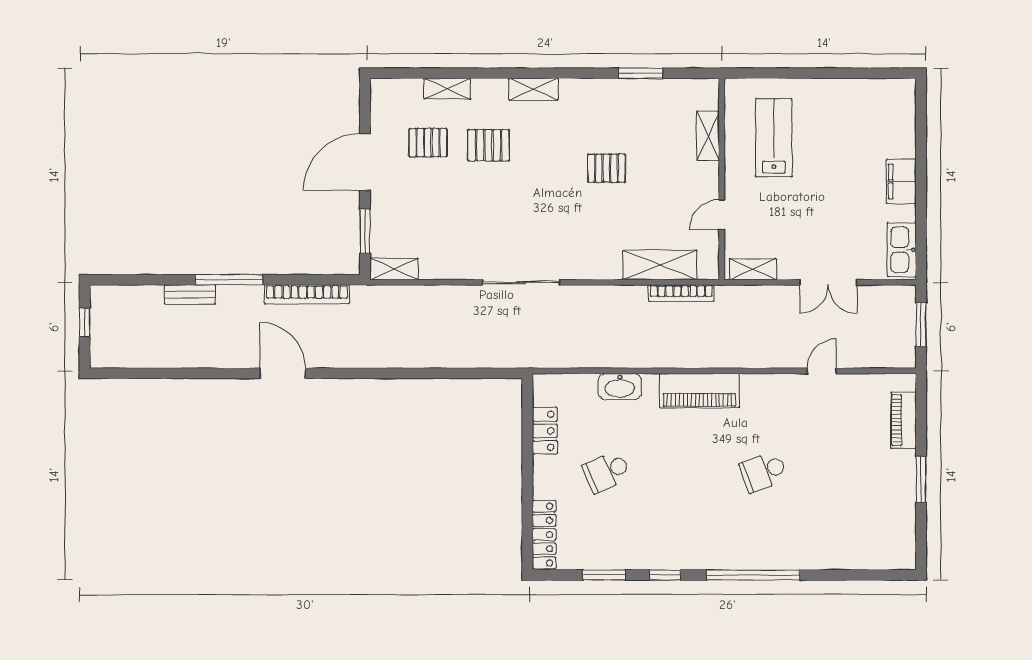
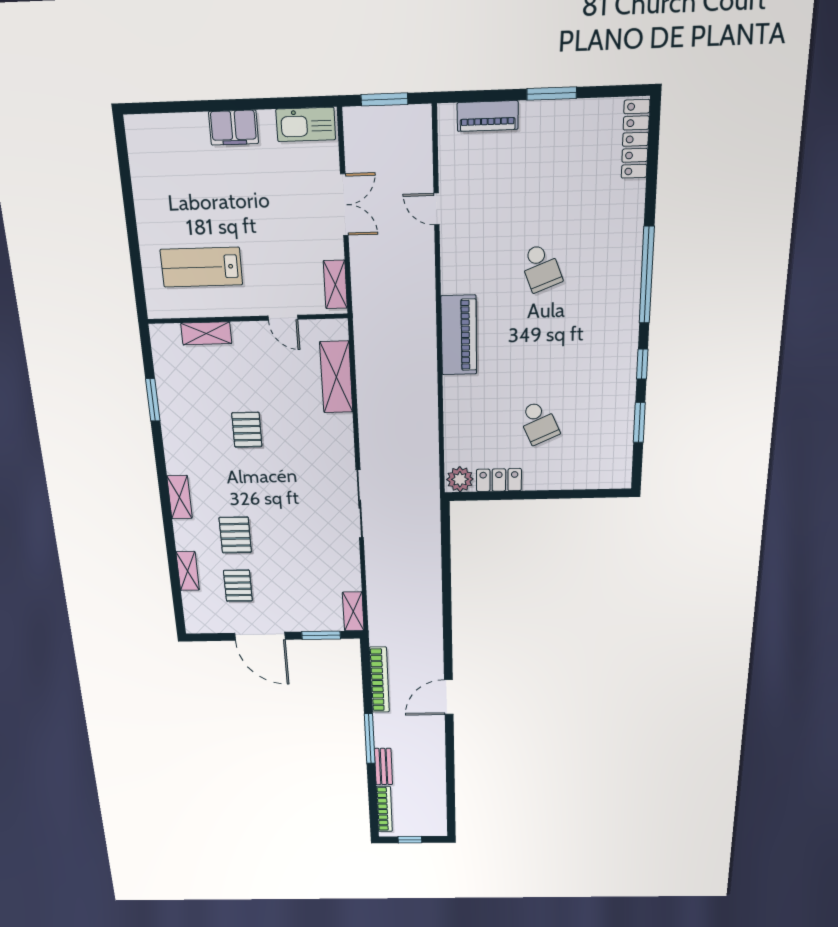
bookcase: (681, 293) -> (384, 809), moved
washbasin: (620, 387) -> (456, 412), removed
plant: (547, 390) -> (460, 479), added
locker: (544, 535) -> (636, 139), moved, turned -90

